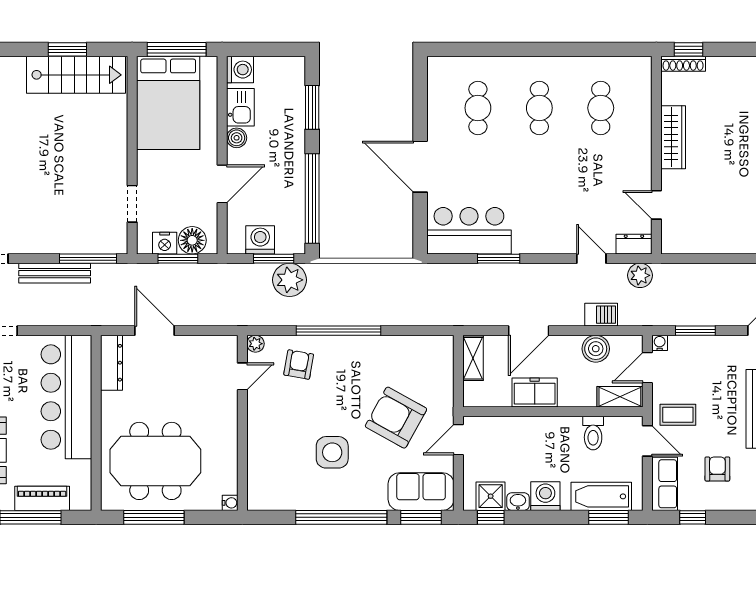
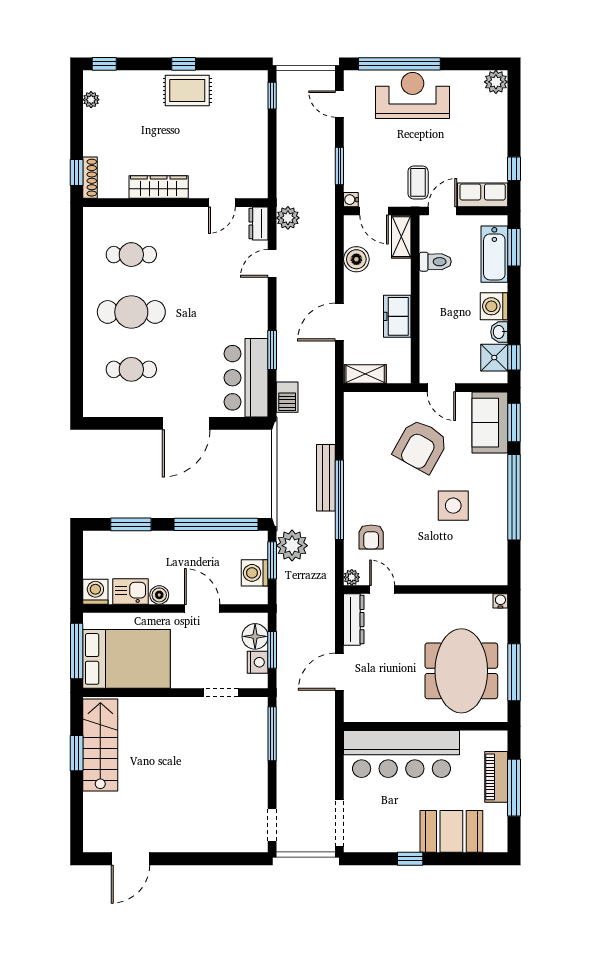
cafe table: (539, 108) -> (131, 312), width x1.37, depth x1.35
bench: (55, 273) -> (326, 478), moved
barbecue: (601, 315) -> (287, 397), moved, turned 180
door: (529, 331) -> (339, 322), swing flipped
dresser: (111, 363) -> (354, 620), moved, turned 90
armchair: (299, 365) -> (371, 537), turned -100
armchair: (717, 469) -> (469, 146), removed

